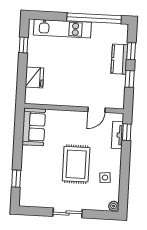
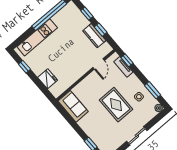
kitchen counter: (119, 59) -> (94, 36), moved
window: (124, 184) -> (153, 90), added

